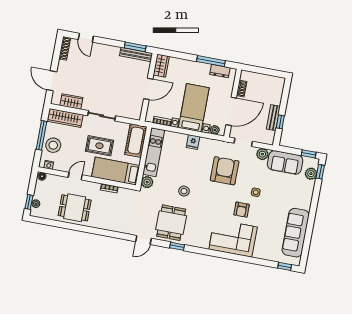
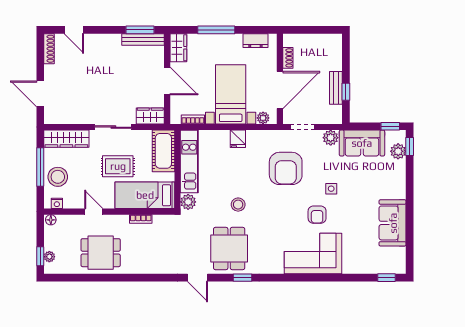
window: (211, 61) -> (216, 30), moved
door: (148, 89) -> (167, 81), hinge flipped
wardrobe: (71, 102) -> (150, 116), moved
armchair: (225, 171) -> (286, 168), turned 180
door: (75, 176) -> (94, 212), hinge flipped
sofa: (296, 233) -> (393, 223), width x0.73
door: (143, 240) -> (198, 278), hinge flipped

